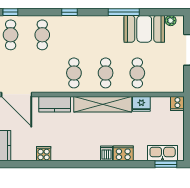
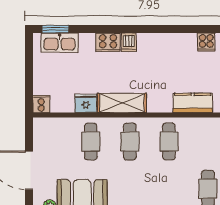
shelving: (103, 104) -> (122, 103), width x0.68

